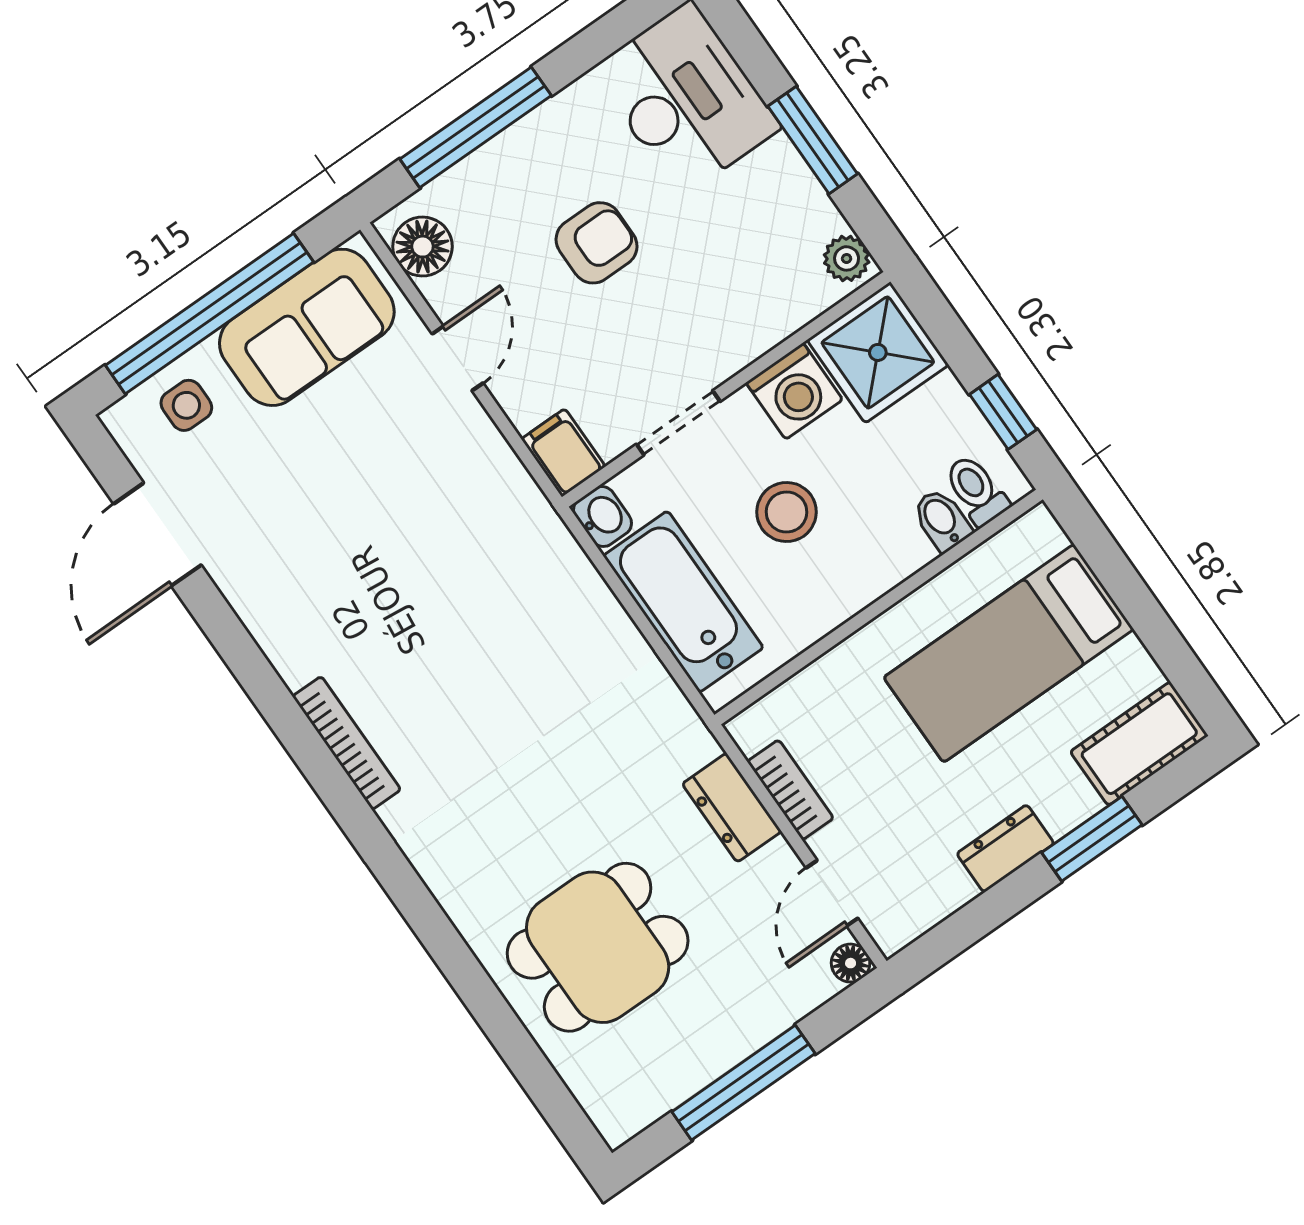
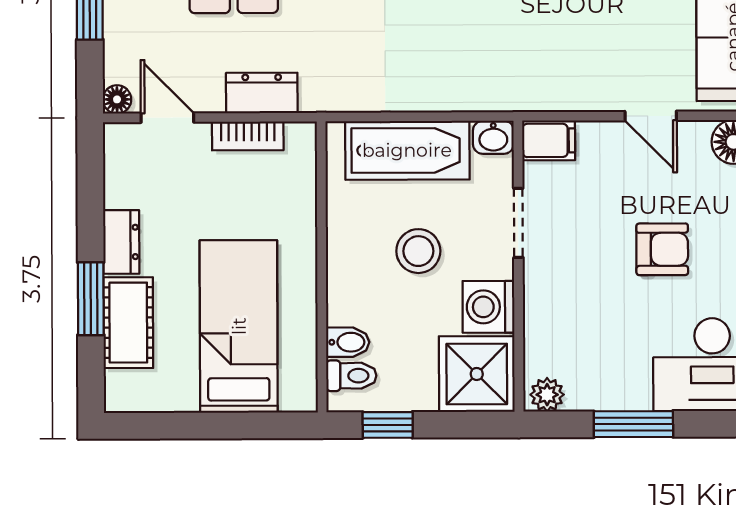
armchair: (597, 243) -> (662, 249), turned -90
cot: (1139, 744) -> (128, 323), moved

